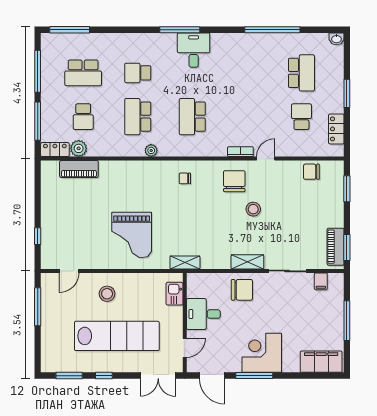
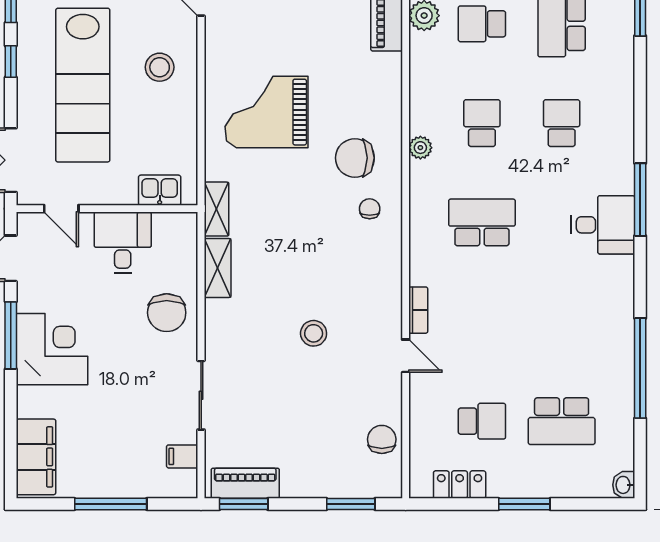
school desk: (138, 117) -> (482, 123), width x0.54
chair: (234, 181) -> (355, 158), moved, turned 180
shelving: (247, 262) -> (218, 268), moved

